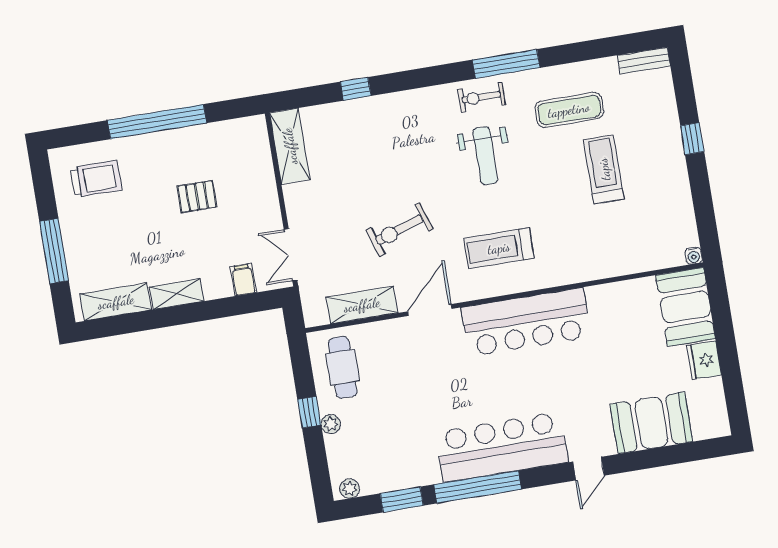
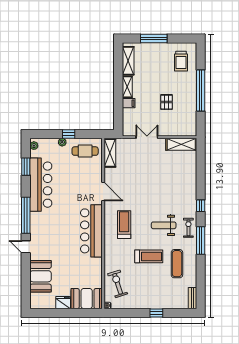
window: (356, 89) -> (201, 206), moved
treadmill: (604, 169) -> (149, 256), moved
exercise bike: (399, 230) -> (118, 284), moved
double door: (291, 255) -> (147, 137), moved
filing cabinet: (243, 280) -> (129, 103), moved
shelving: (362, 305) -> (110, 153), moved
bar counter: (502, 447) -> (41, 185), moved
window: (478, 487) -> (26, 215), moved

